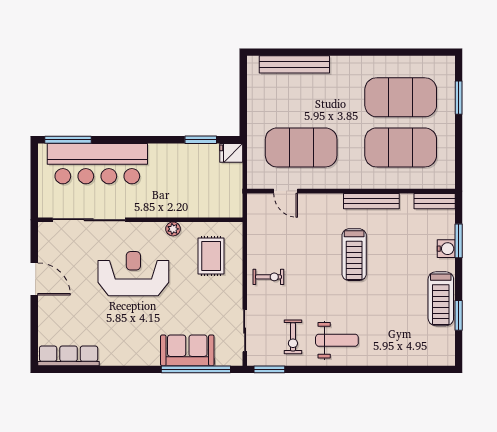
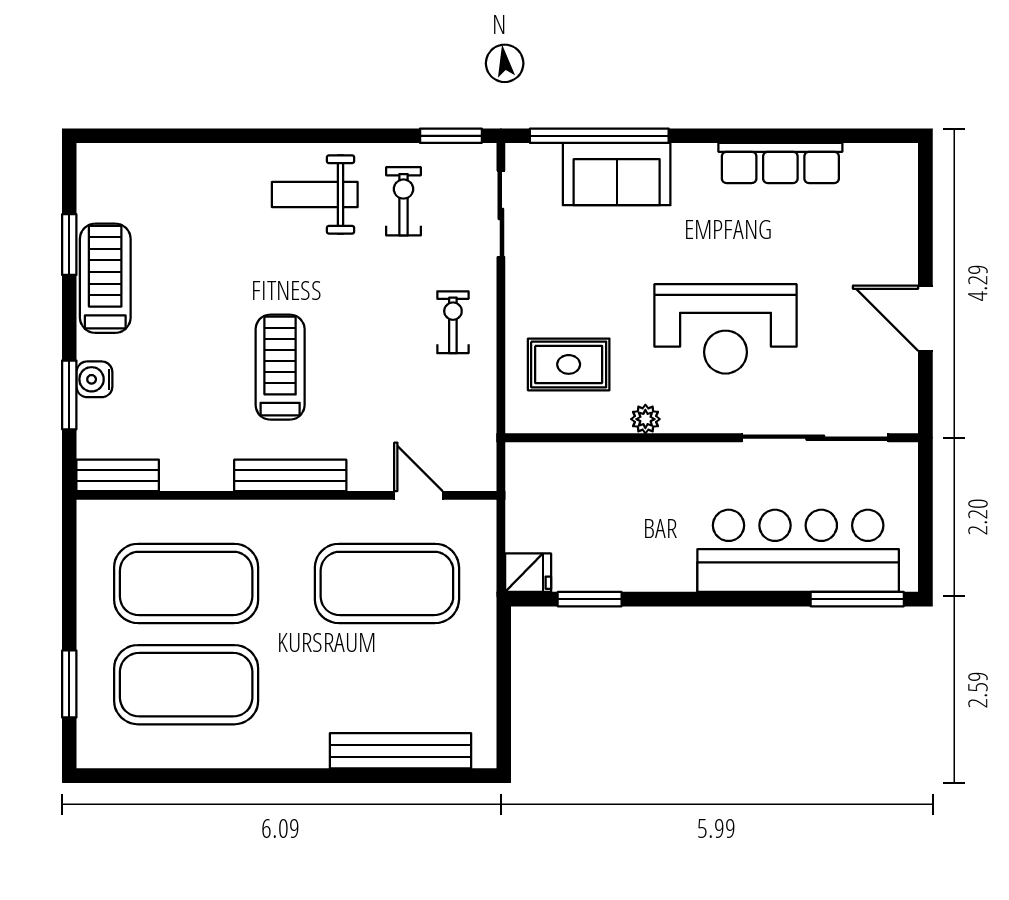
bench: (371, 201) -> (290, 475), moved
rug: (211, 256) -> (569, 364), turned 90
exercise bike: (268, 277) -> (453, 322), turned 90
row of seats: (69, 356) -> (780, 163), moved

